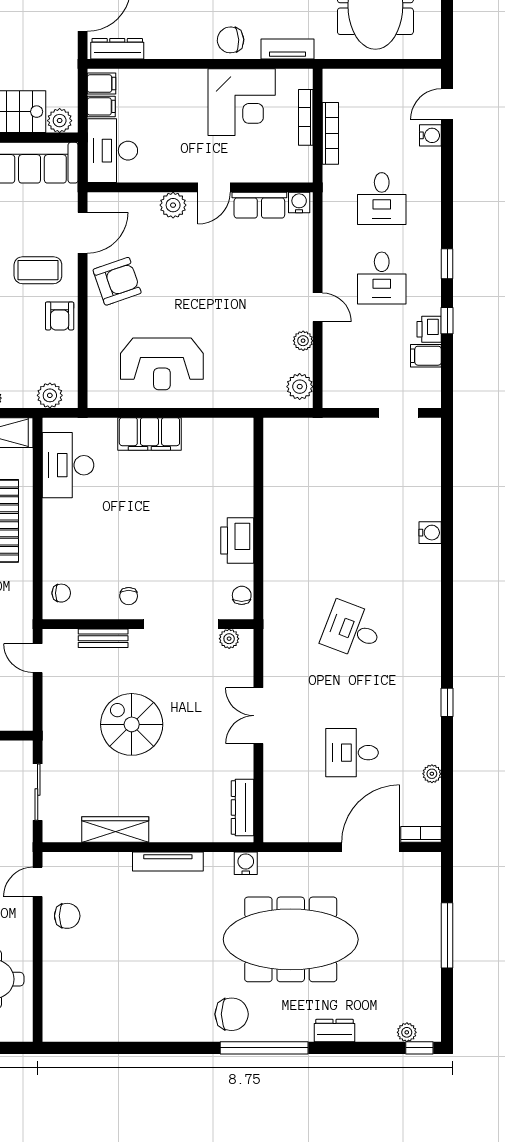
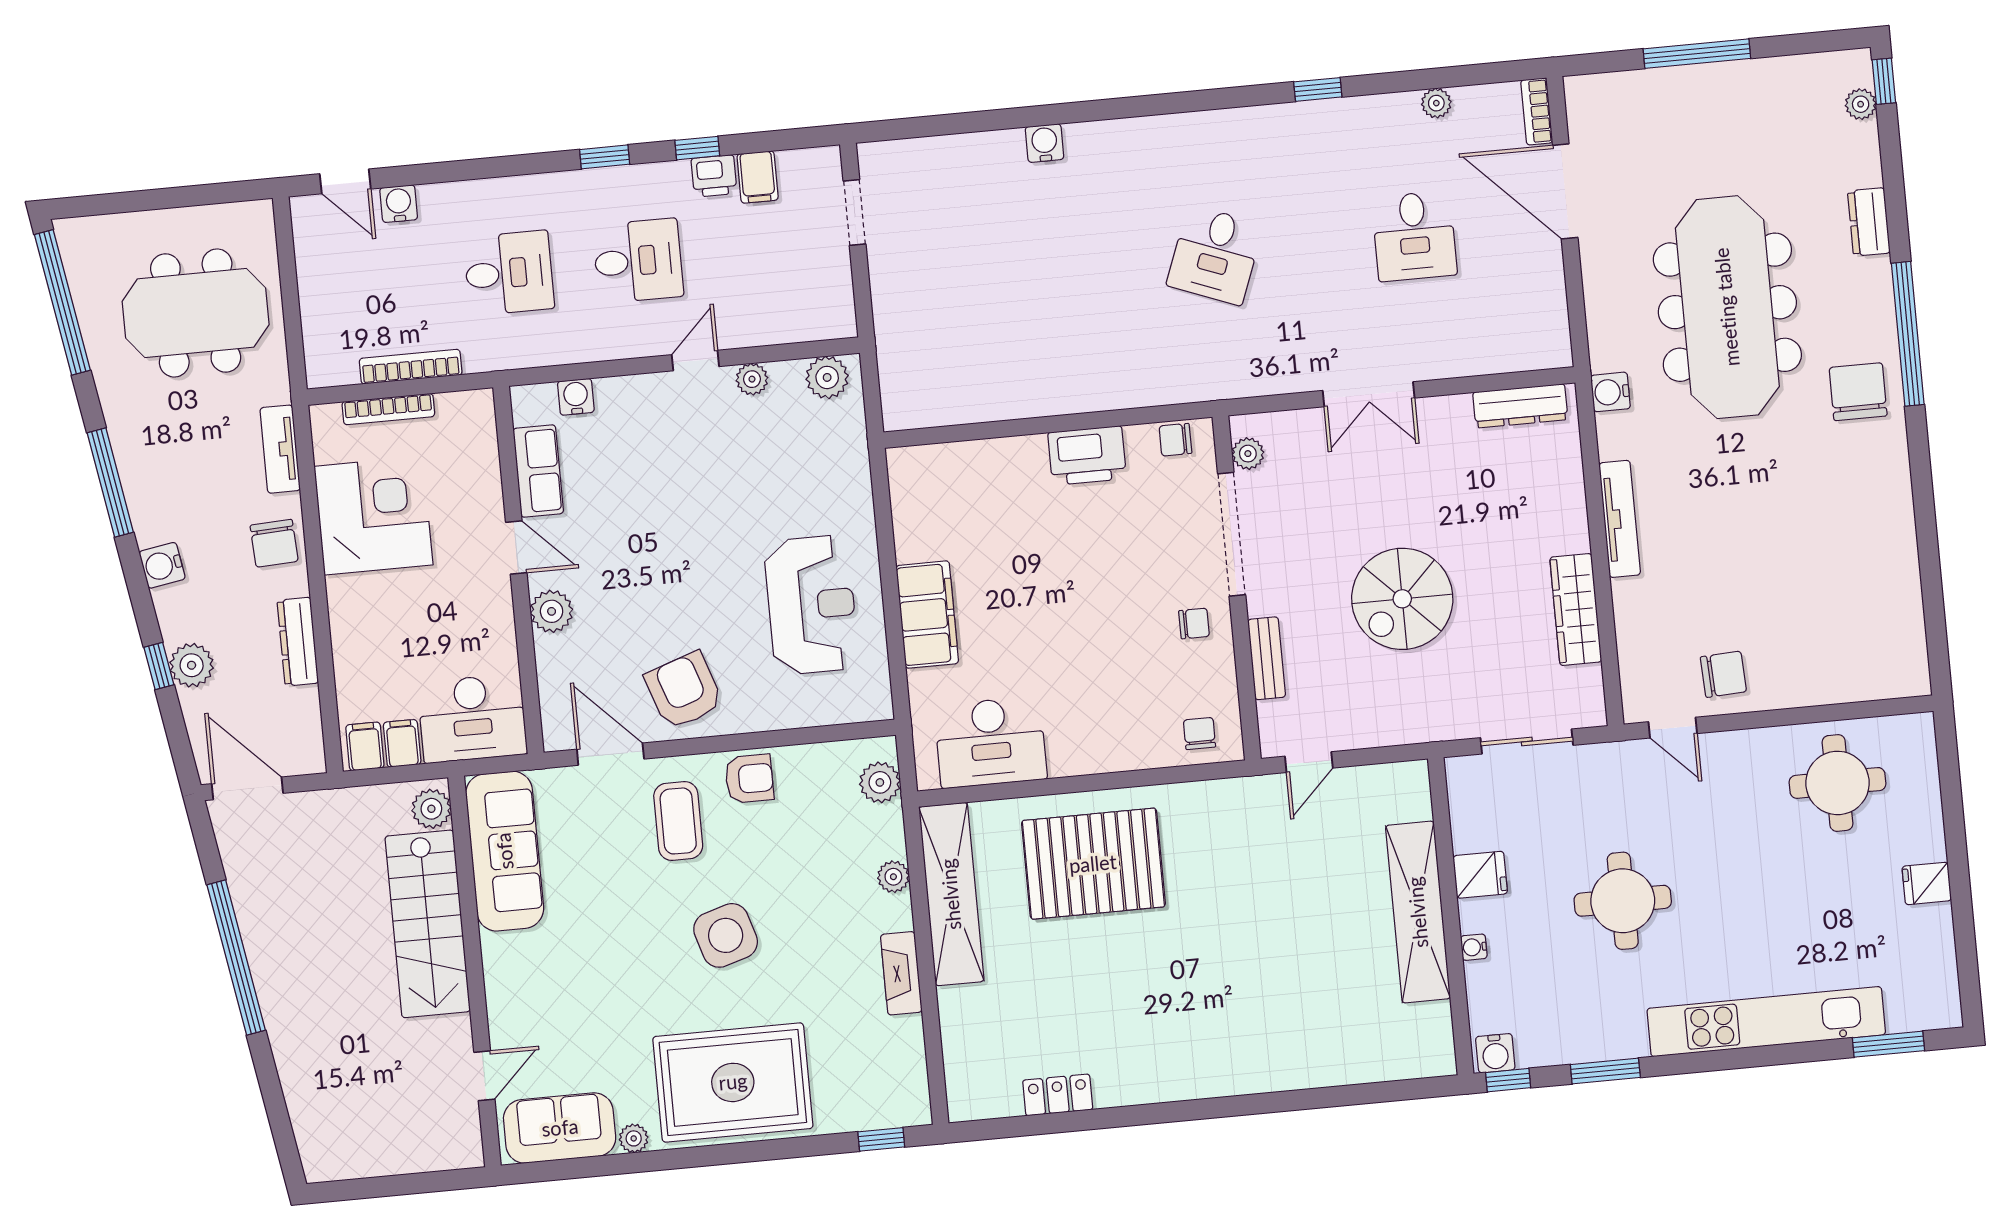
dresser: (117, 49) -> (298, 642), moved
water cooler: (299, 202) -> (576, 397), moved, turned 90
chair: (67, 916) -> (1723, 674), turned 87

